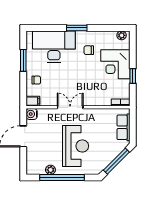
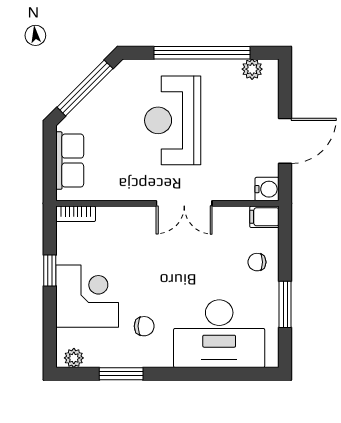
window: (77, 28) -> (121, 374), moved
plant: (50, 170) -> (252, 69), moved

